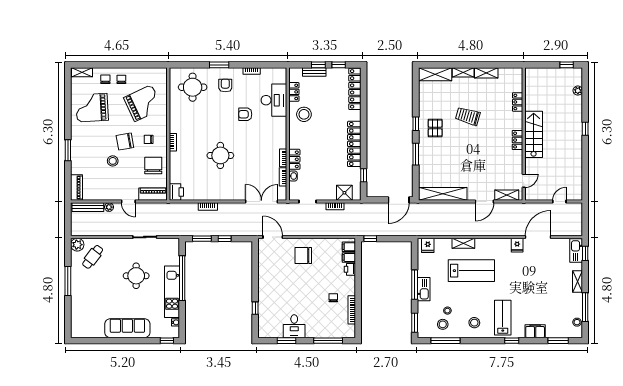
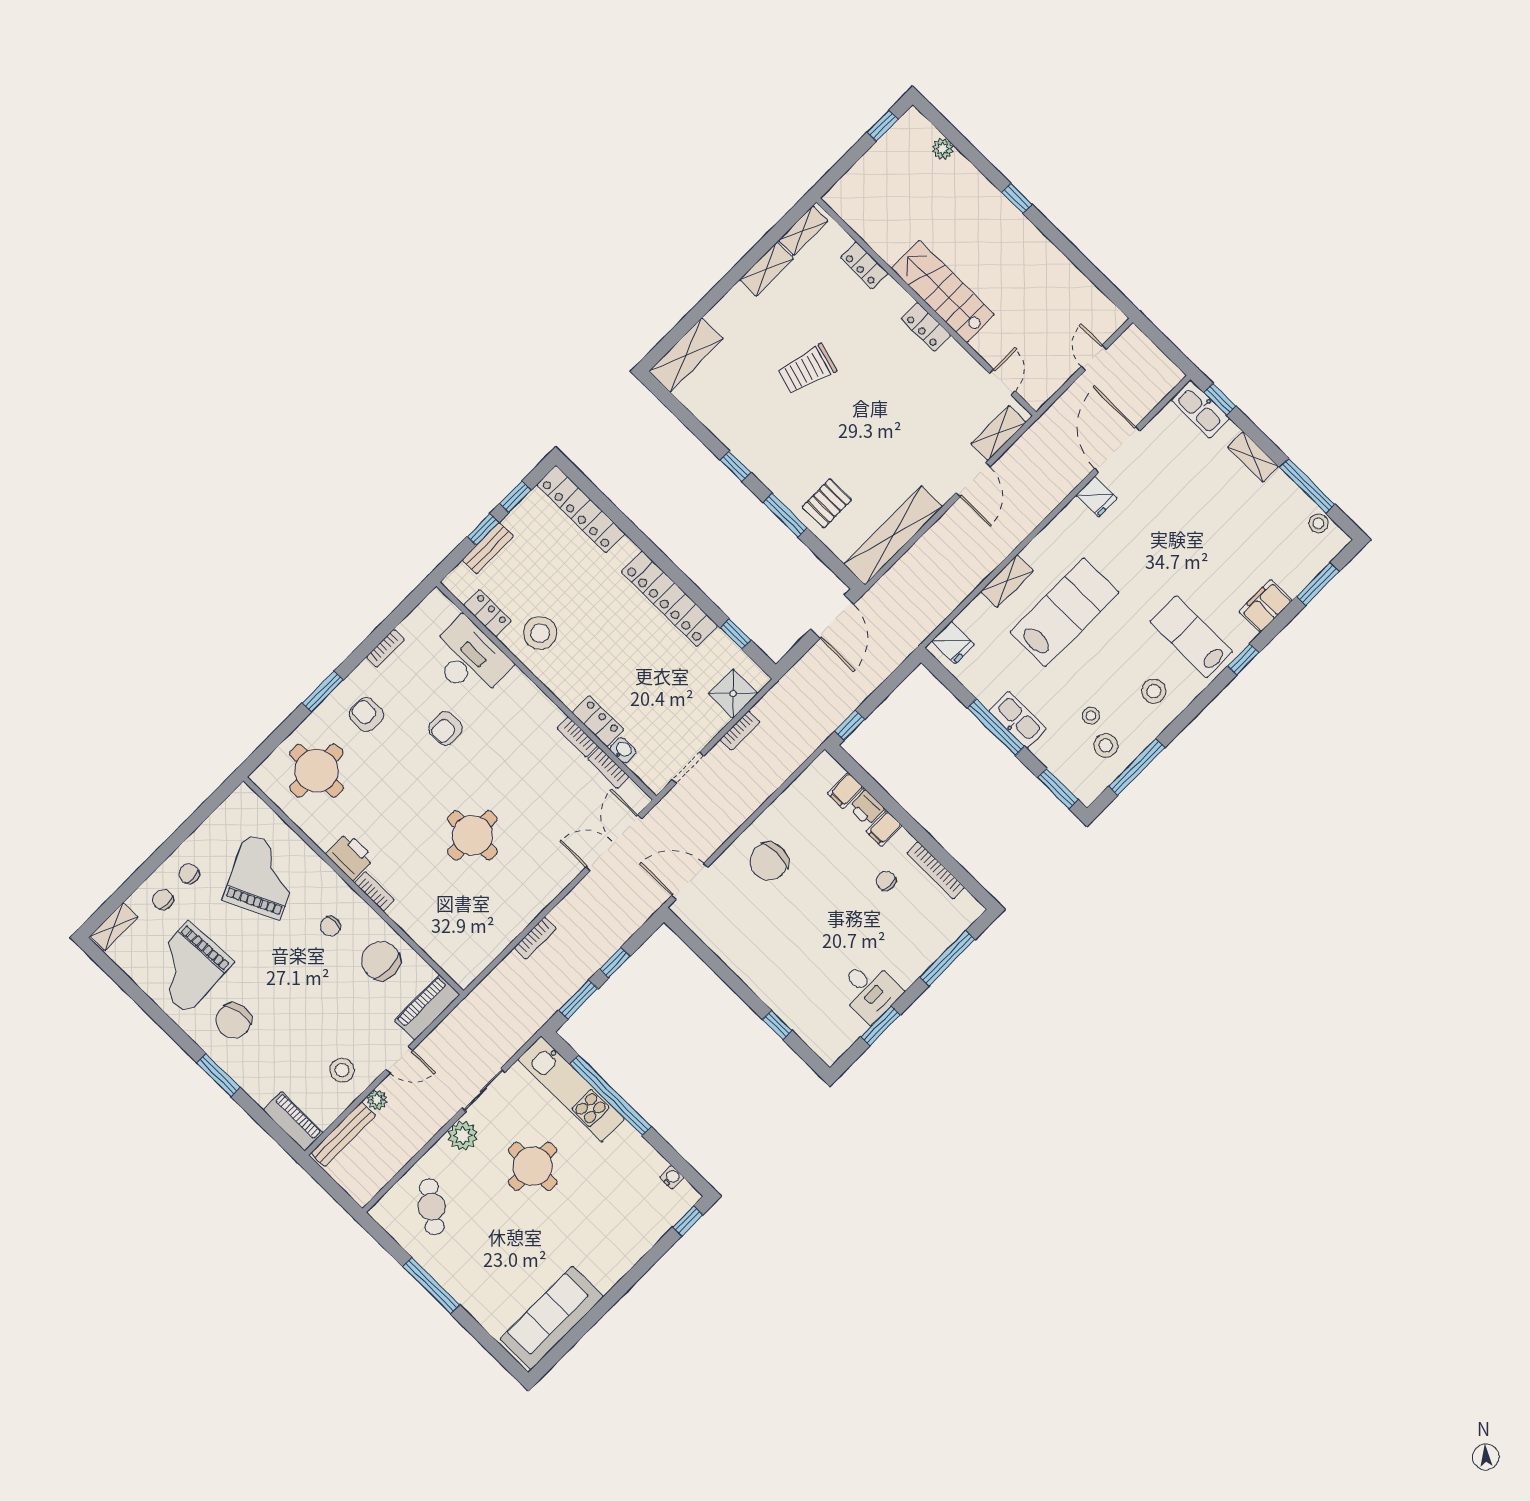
shelving: (463, 72) -> (803, 231), moved
pallet: (435, 128) -> (827, 503), moved, turned 90
chair: (125, 142) -> (234, 1021), moved
stool: (113, 161) -> (342, 1070), moved
printer: (176, 192) -> (350, 856), moved
plant: (77, 245) -> (463, 1136), moved
filing cabinet: (349, 247) -> (884, 829), moved
kitchen unit: (172, 292) -> (571, 1089), moved
sofa: (127, 328) -> (552, 1318), moved

